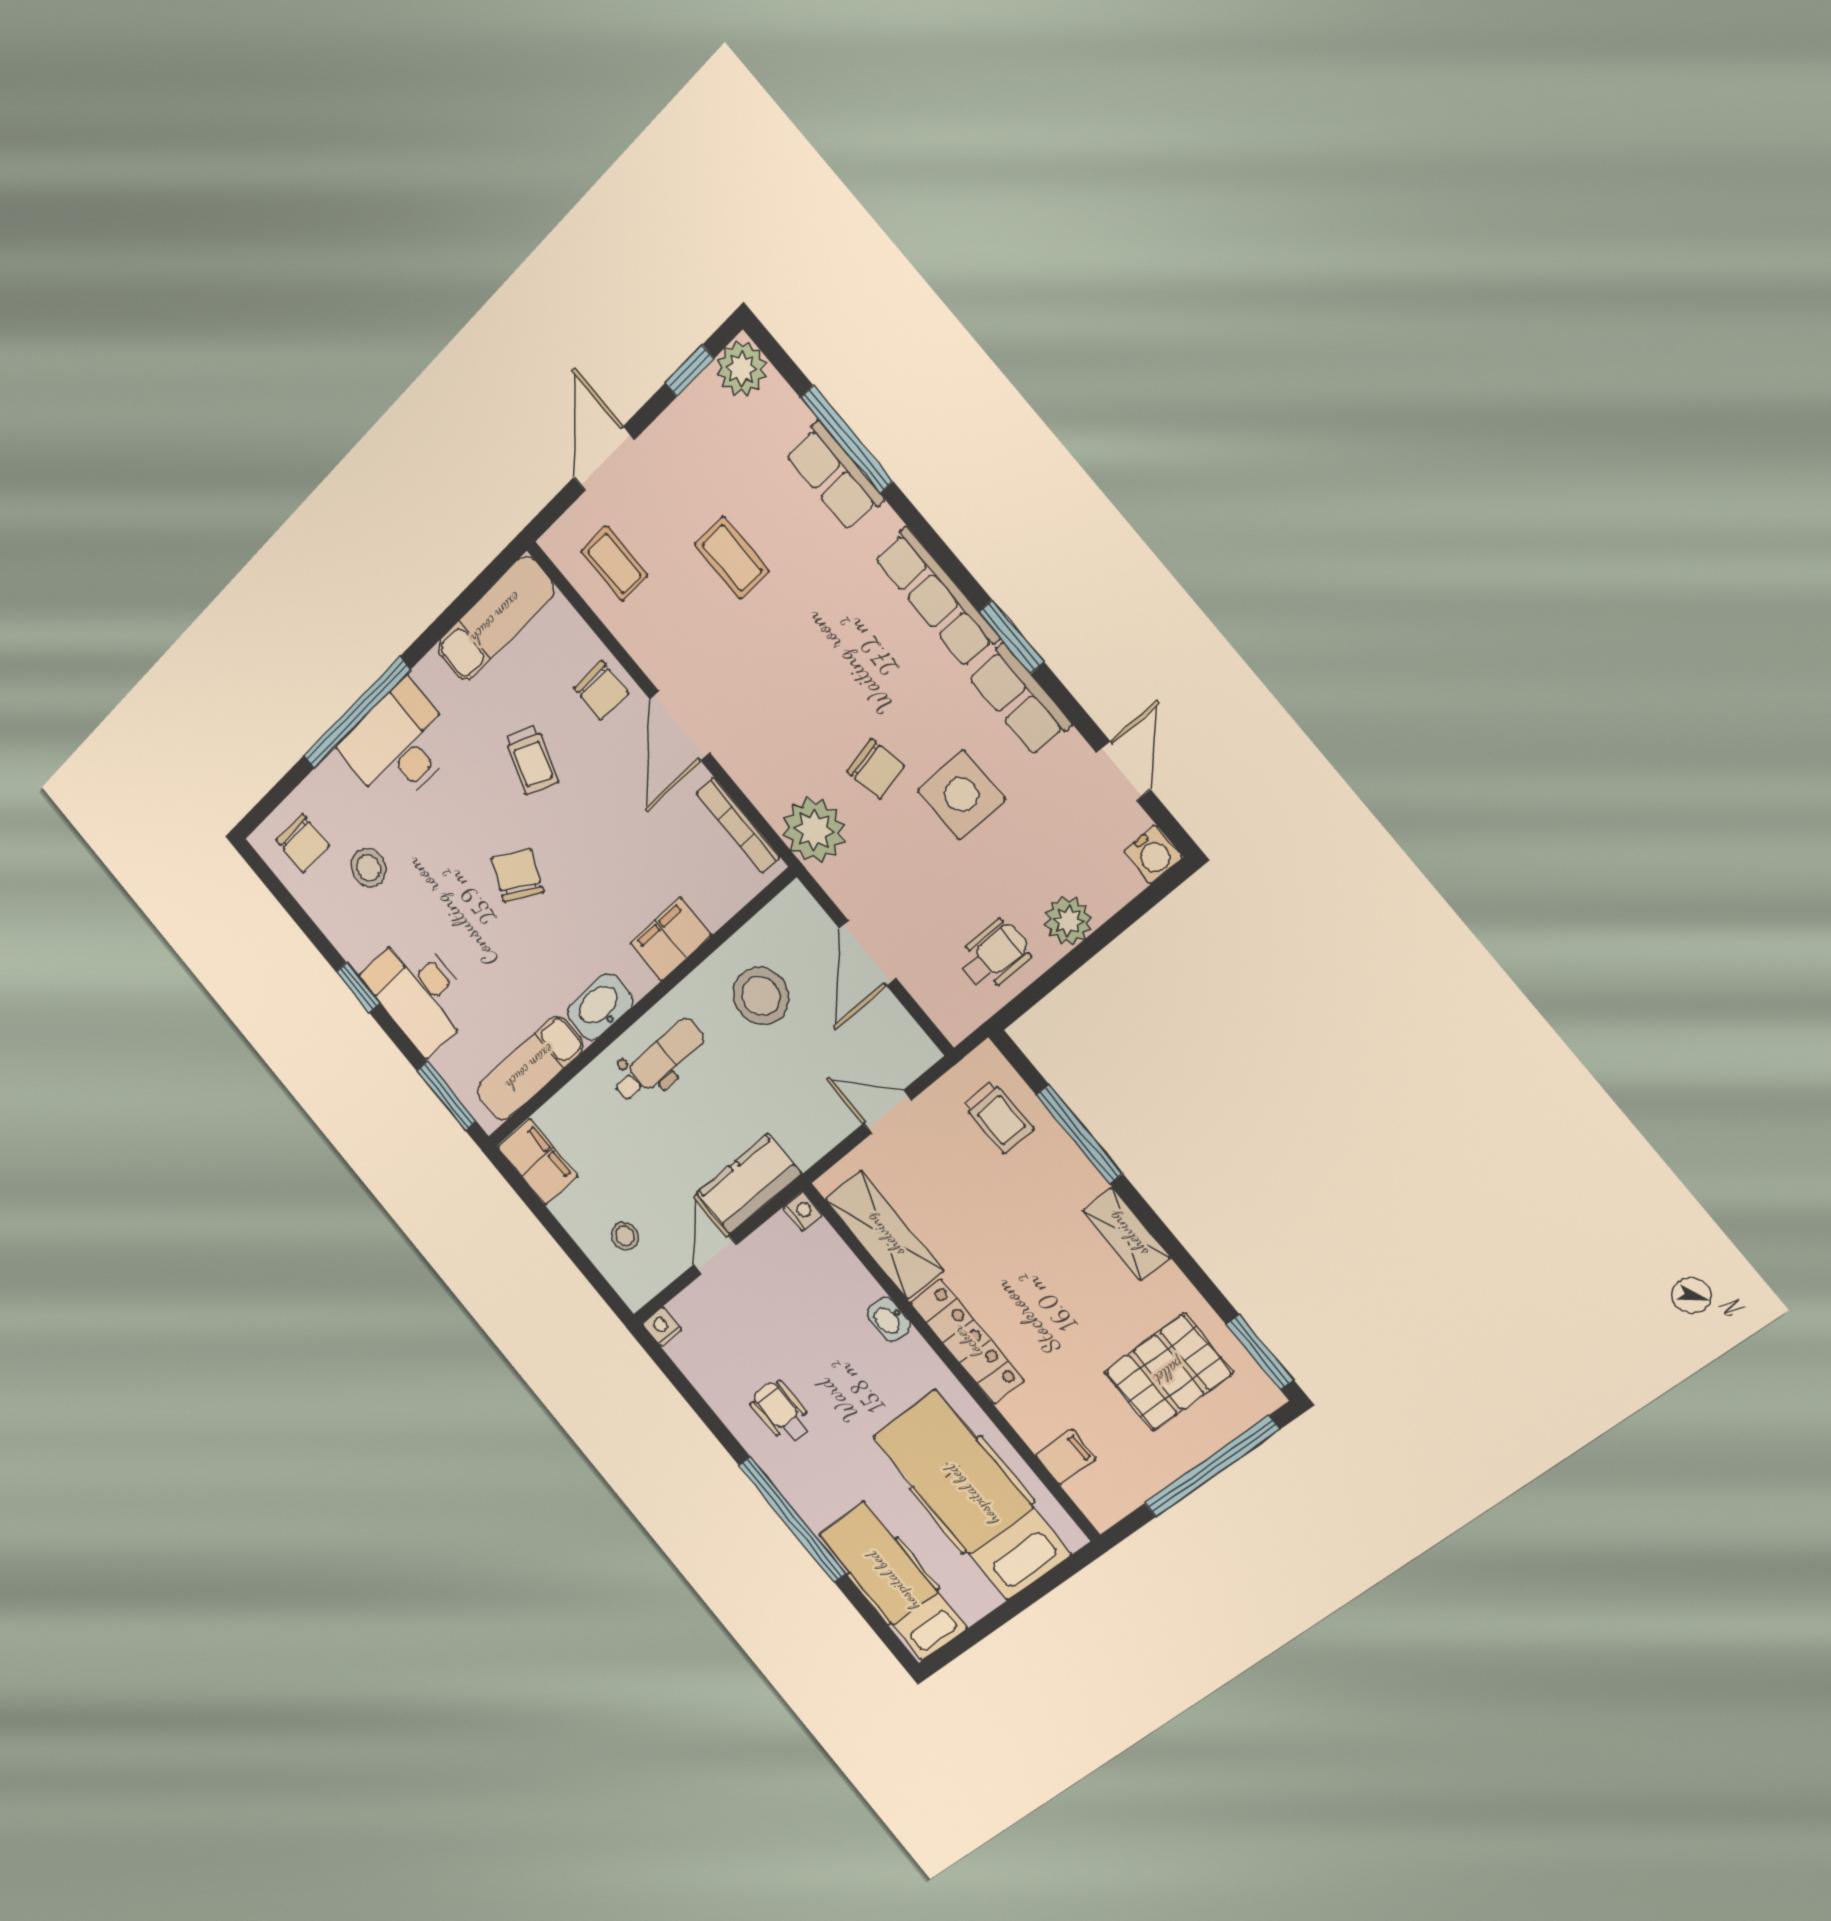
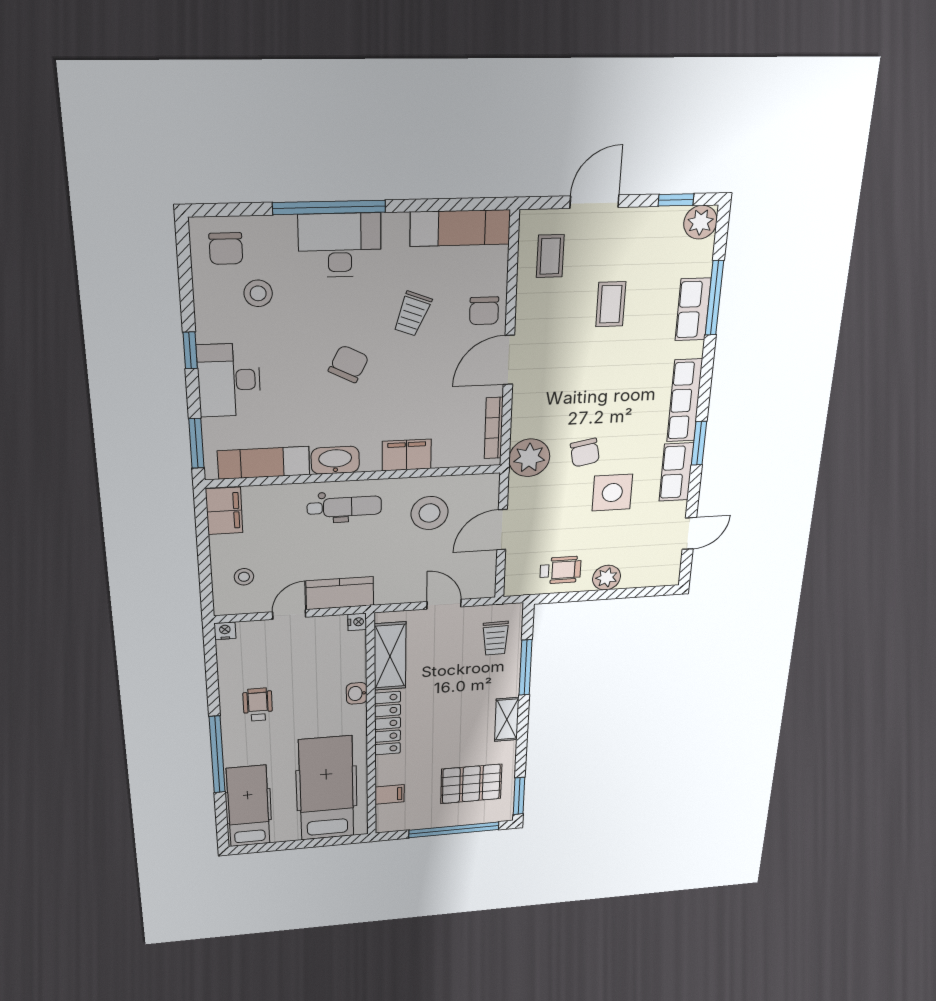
water cooler: (1153, 854) -> (668, 575), removed

